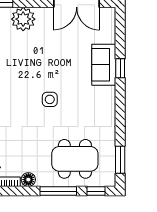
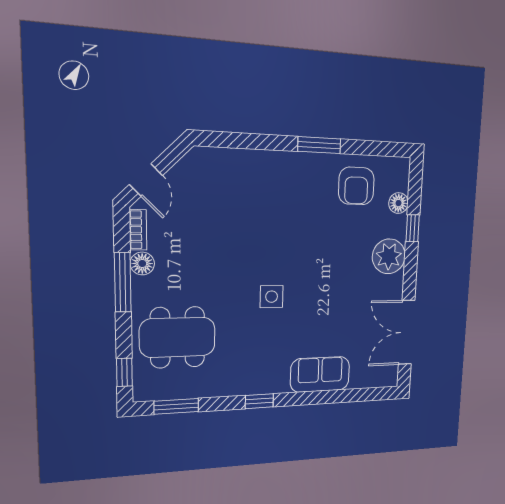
window: (120, 68) -> (259, 401), moved
dining table: (75, 159) -> (178, 337), turned 90
window: (58, 191) -> (123, 282), moved

